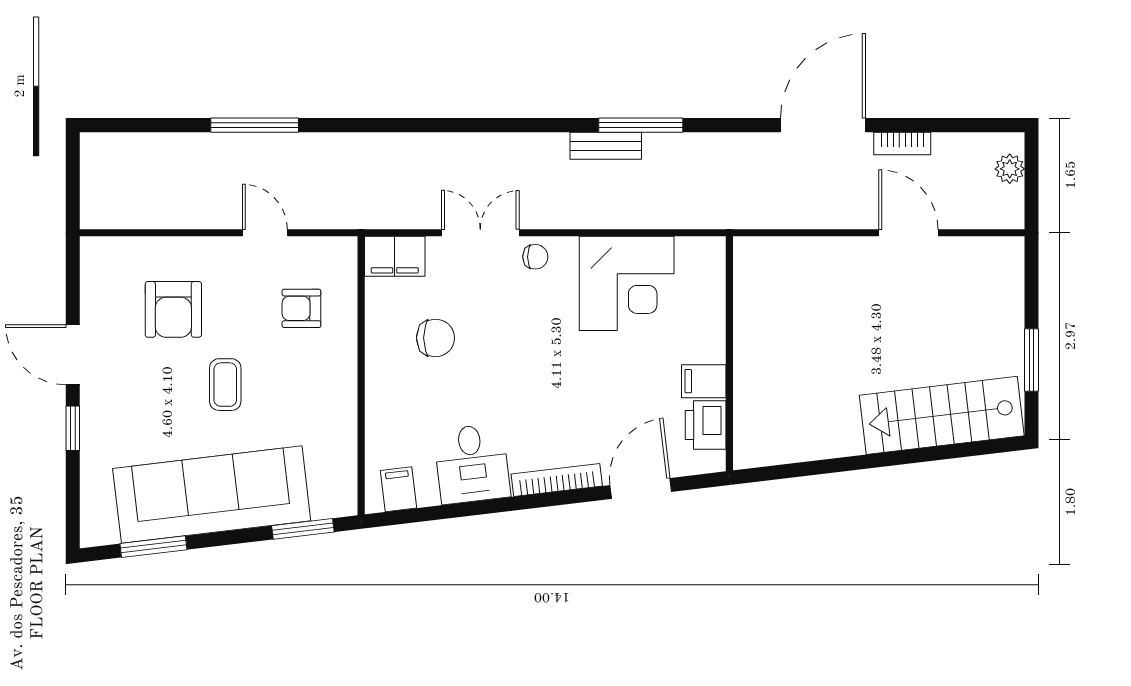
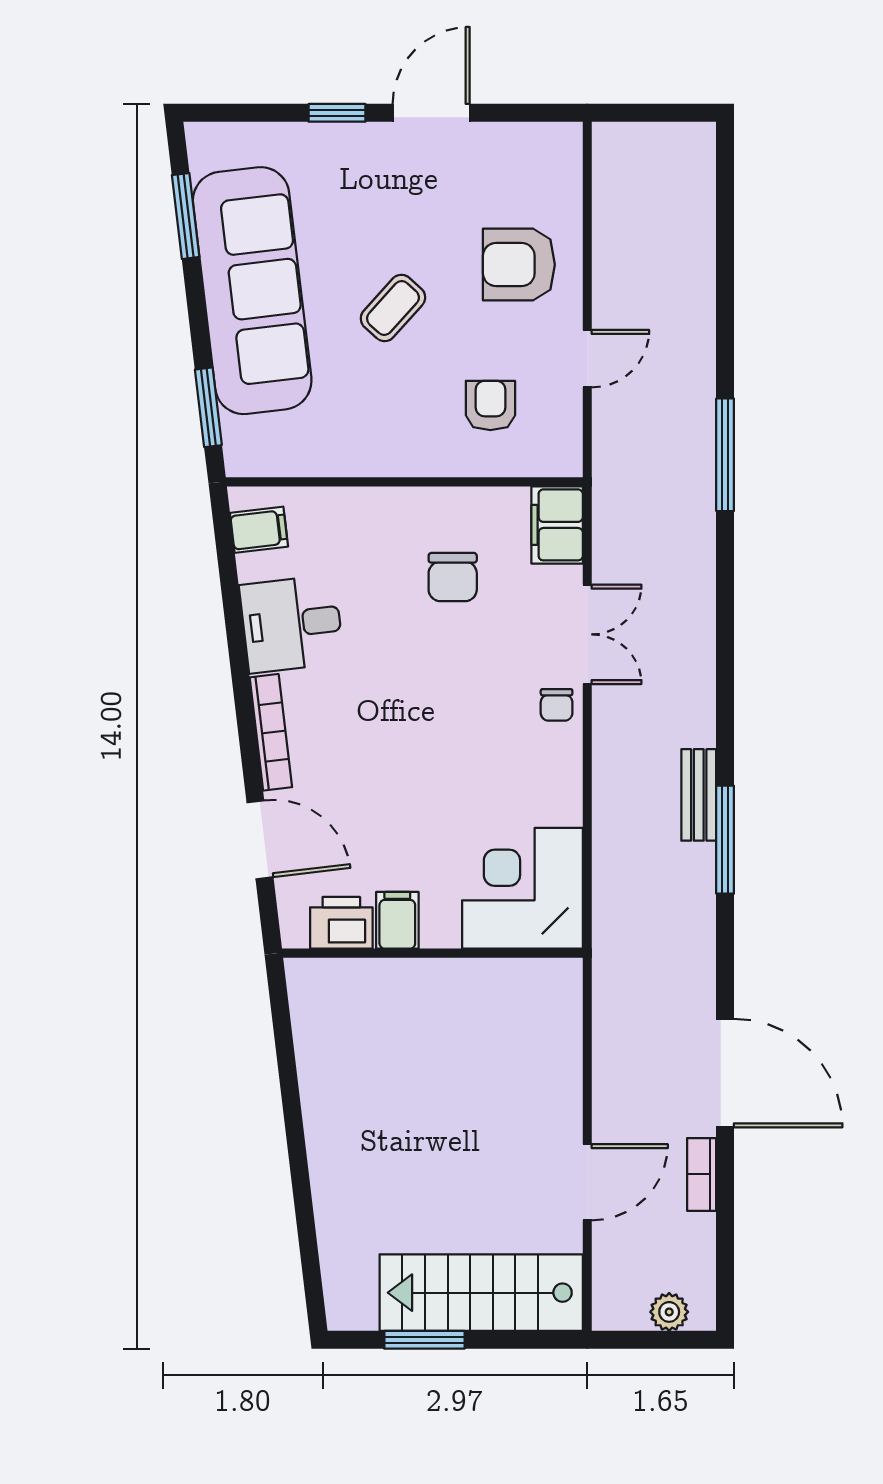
window: (255, 125) -> (725, 455), moved
corner desk: (627, 283) -> (522, 888), moved, turned 90
armchair: (173, 309) -> (519, 265), moved
coffee table: (225, 385) -> (393, 308), turned -48
stairs: (942, 415) -> (481, 1293), moved, turned -83

